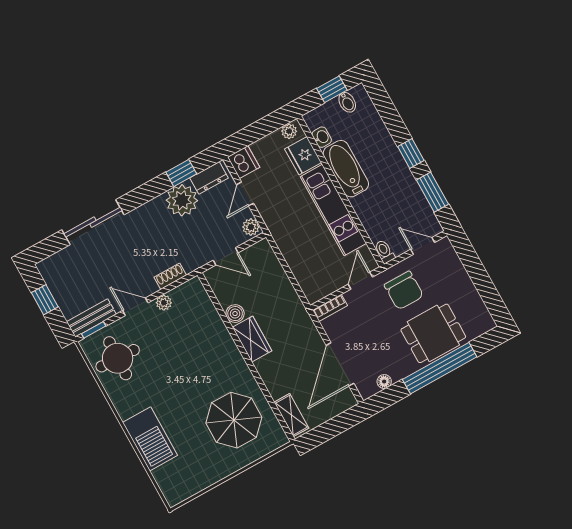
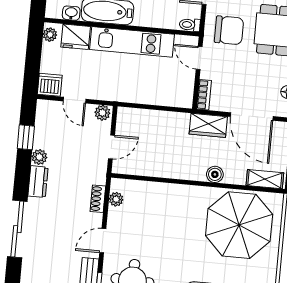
dresser: (209, 178) -> (38, 182), moved
plant: (182, 200) -> (39, 157), width x0.53, depth x0.53
plant: (164, 303) -> (116, 199), moved
boiler: (235, 314) -> (215, 174), moved
wardrobe: (252, 339) -> (208, 125), moved, turned 180
parasol: (234, 420) -> (239, 225), width x1.36, depth x1.36

